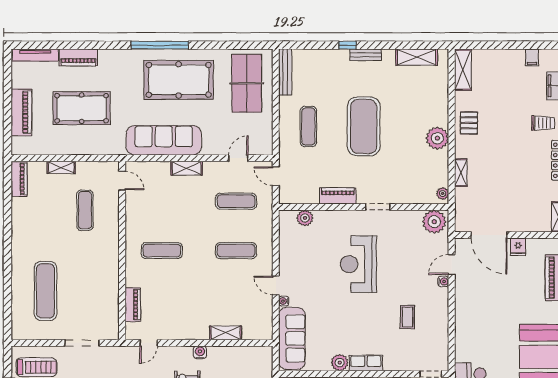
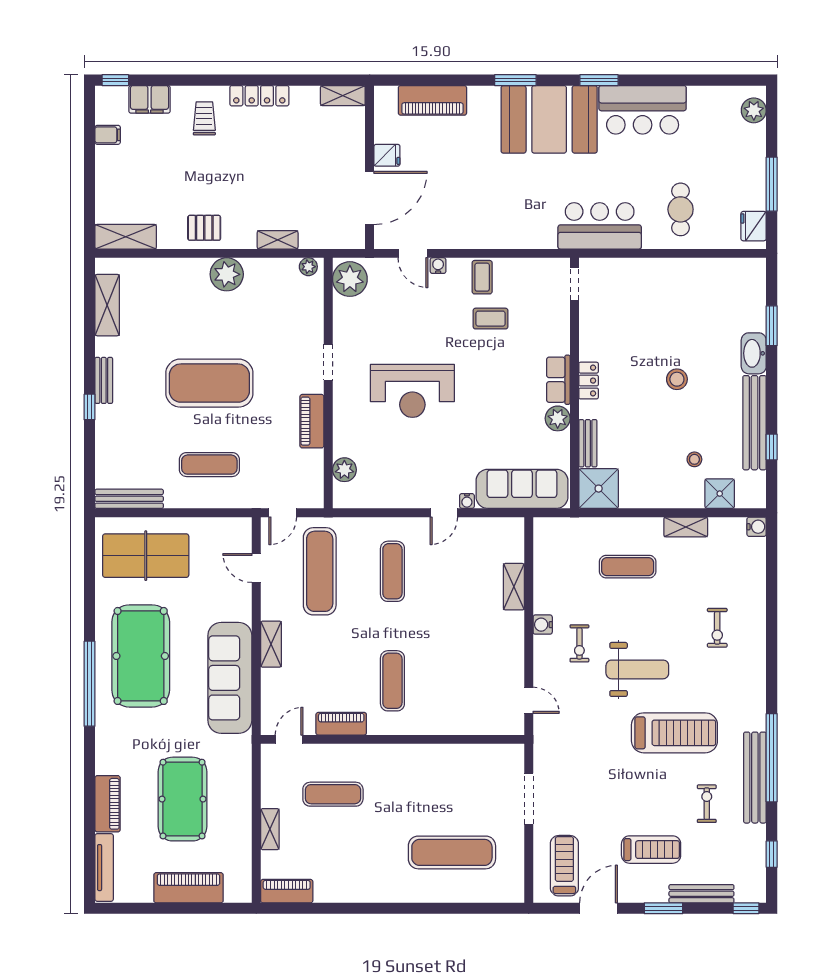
exercise mat: (236, 201) -> (320, 571), width x1.36, depth x1.45
piano: (133, 305) -> (341, 724), moved
coffee table: (435, 311) -> (482, 277), added

